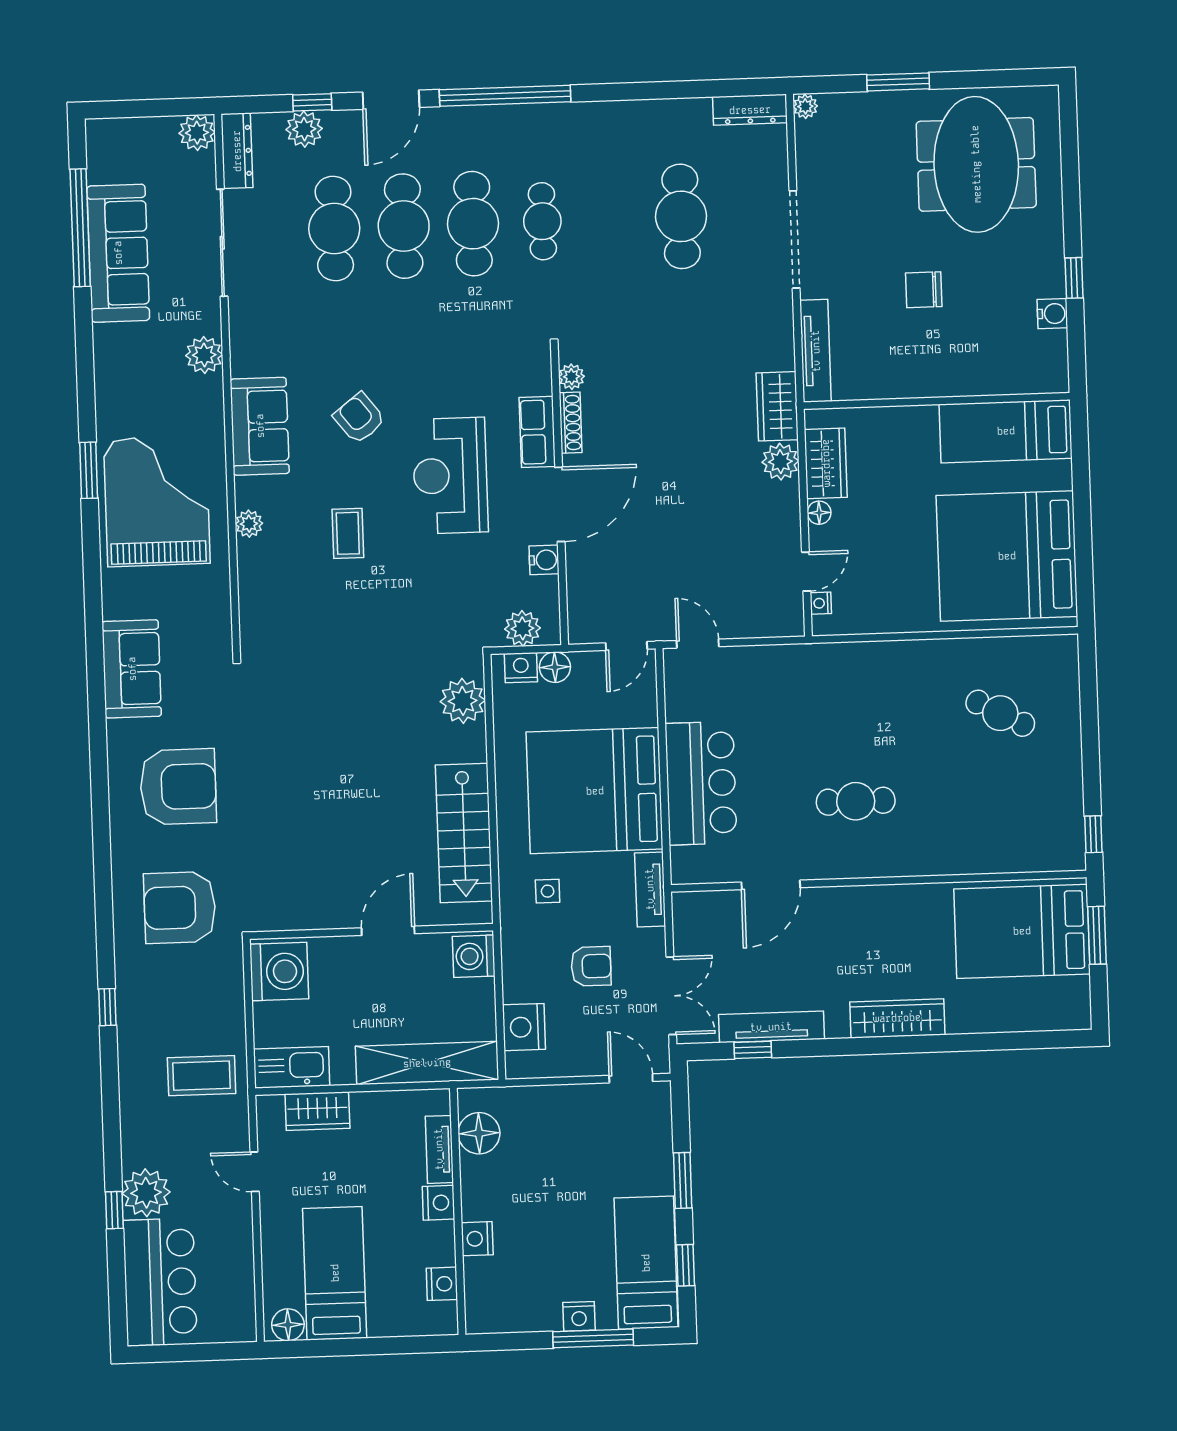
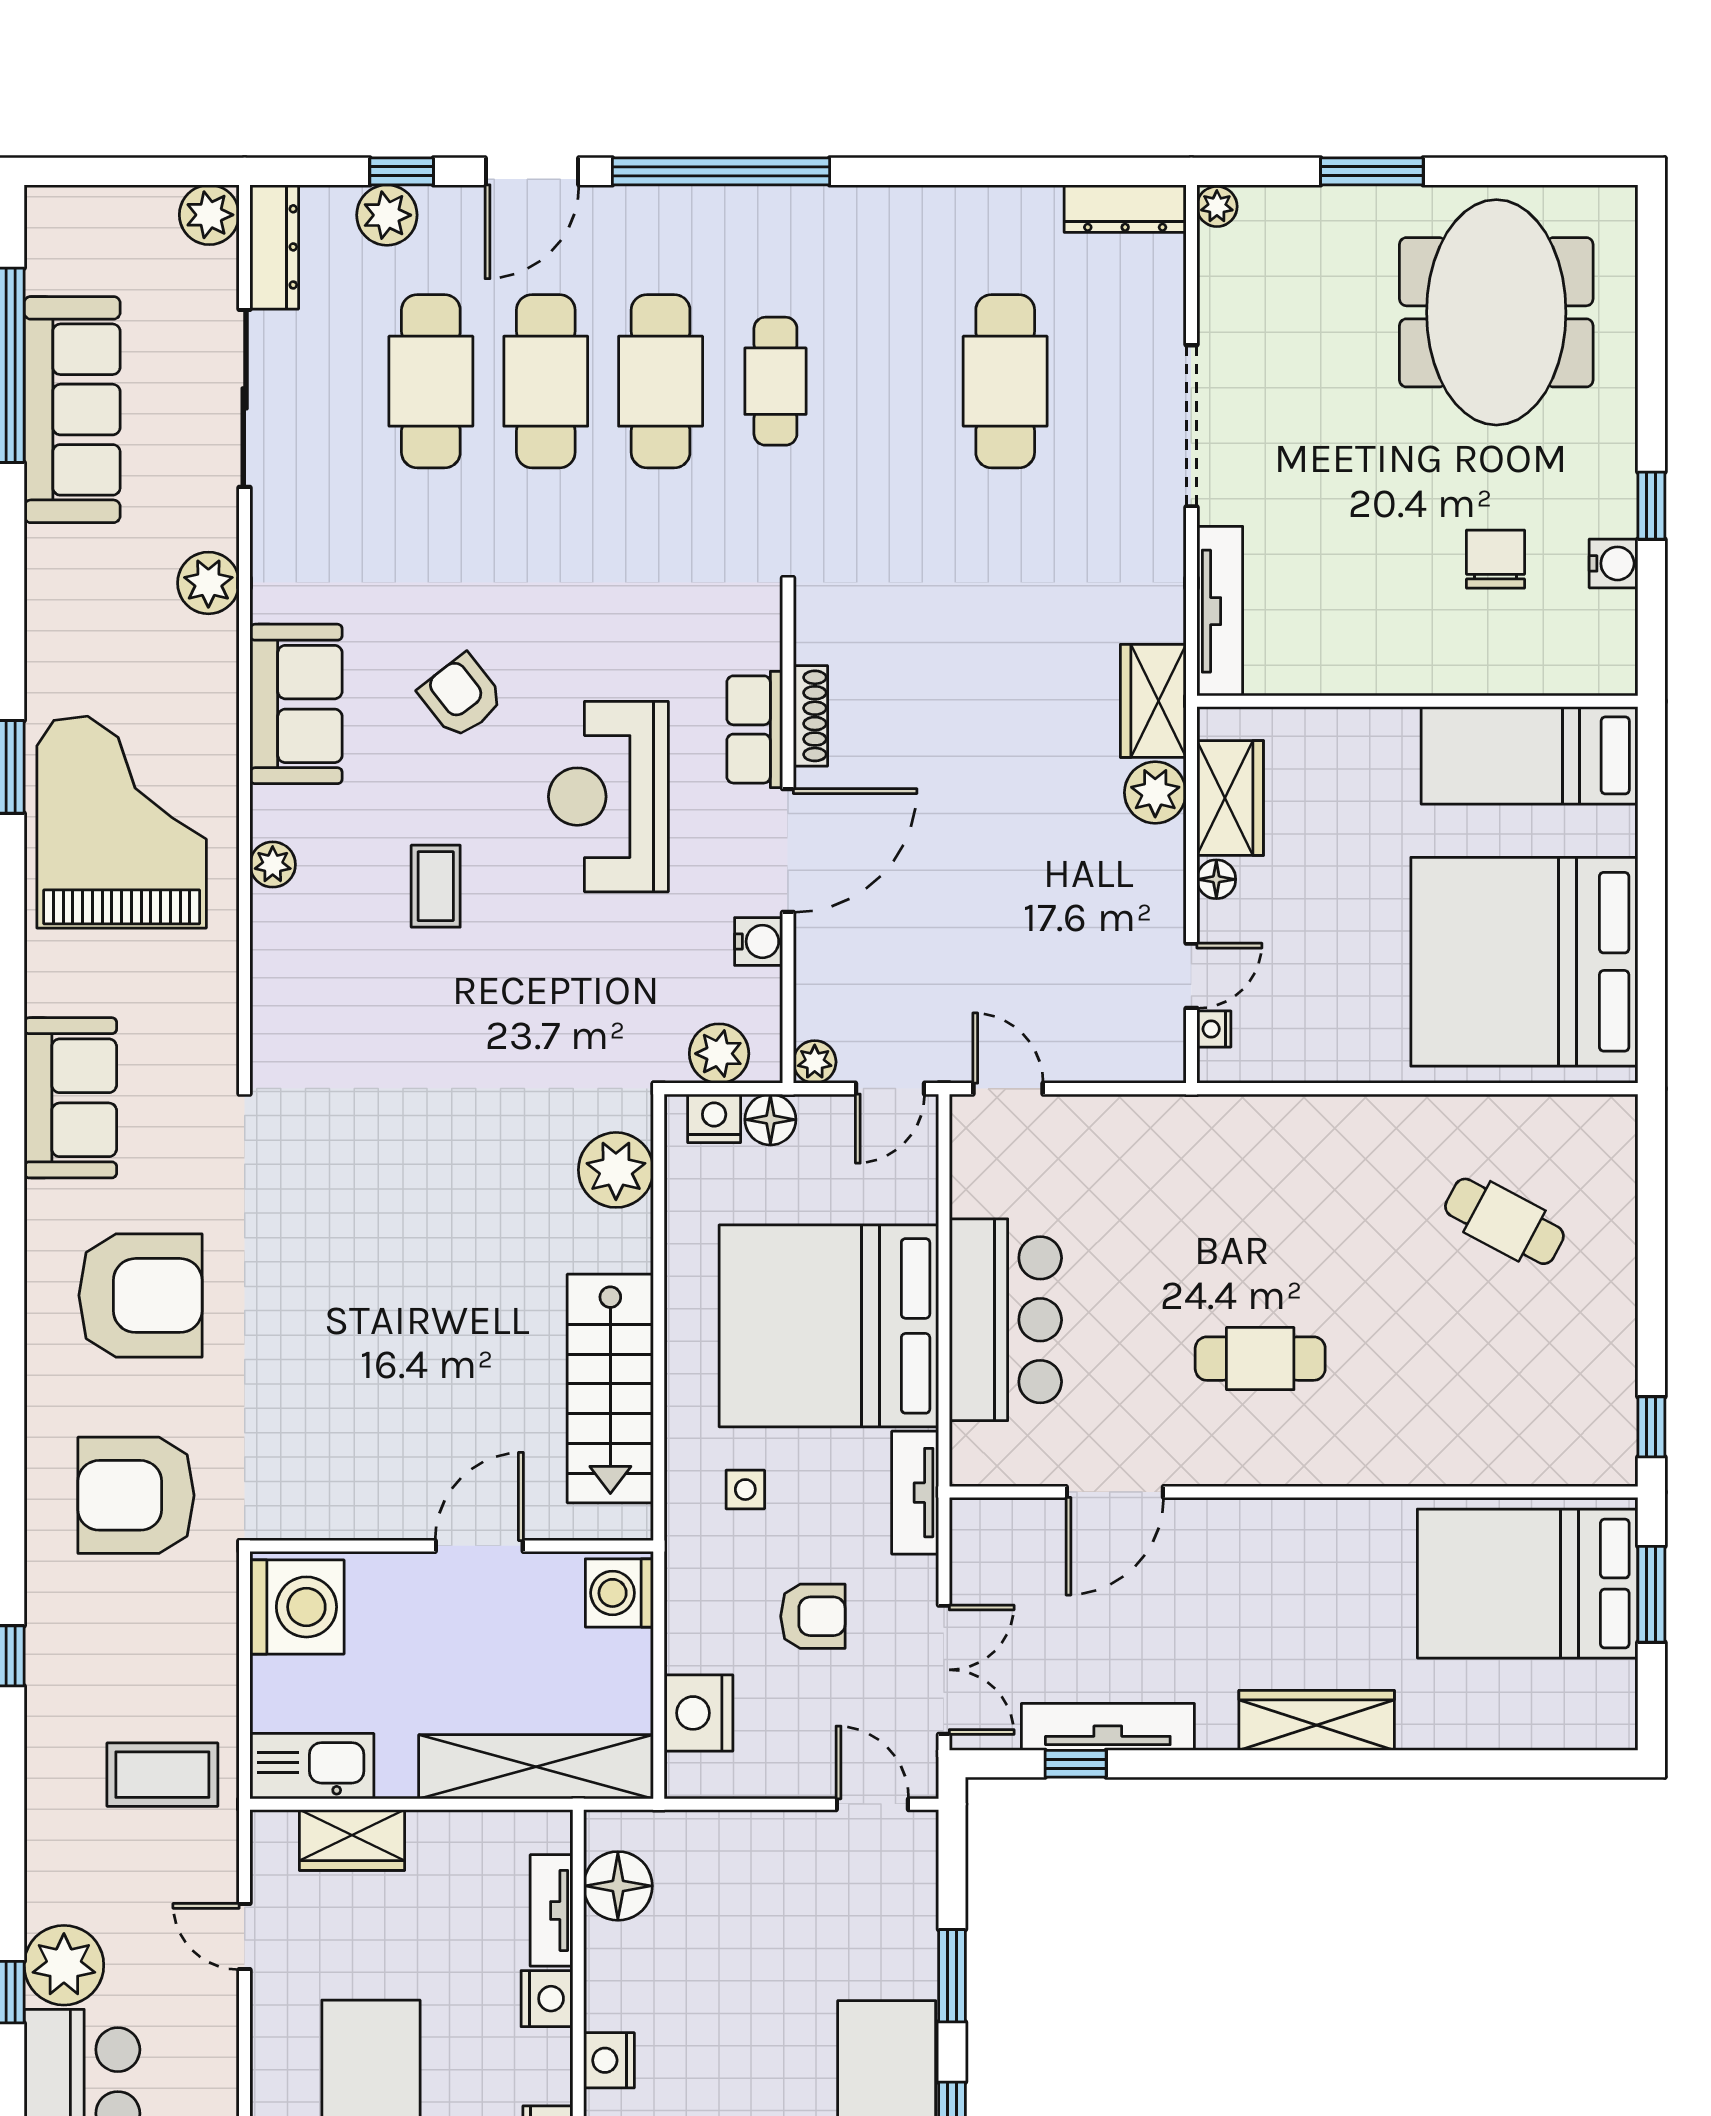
chair: (924, 290) -> (1495, 559), moved, turned 90
plant: (572, 377) -> (815, 1062), moved

